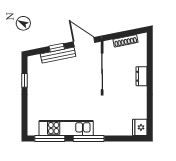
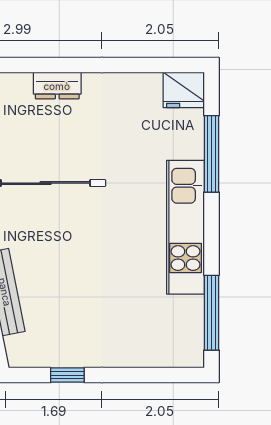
kitchen unit: (66, 128) -> (185, 227), moved
window: (89, 139) -> (211, 154), moved

